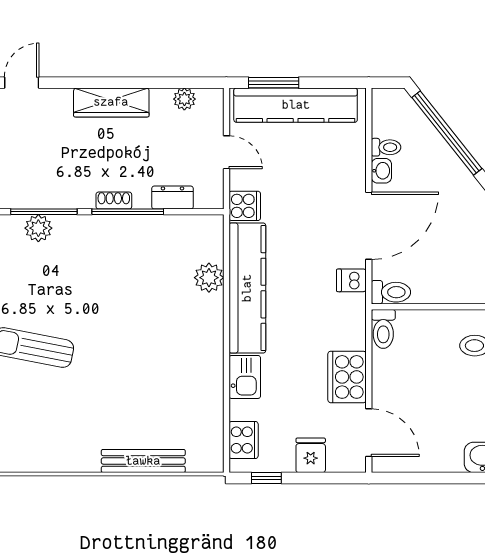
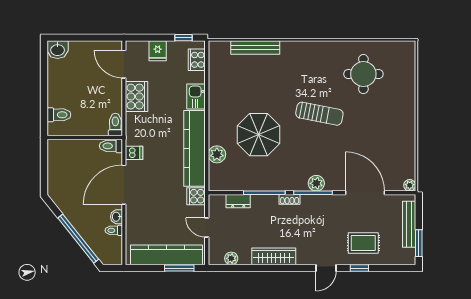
shoe rack: (114, 201) -> (290, 199), moved
parasol: (138, 312) -> (259, 135), added

